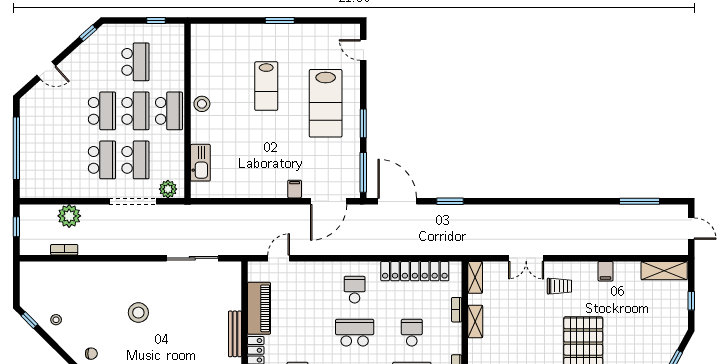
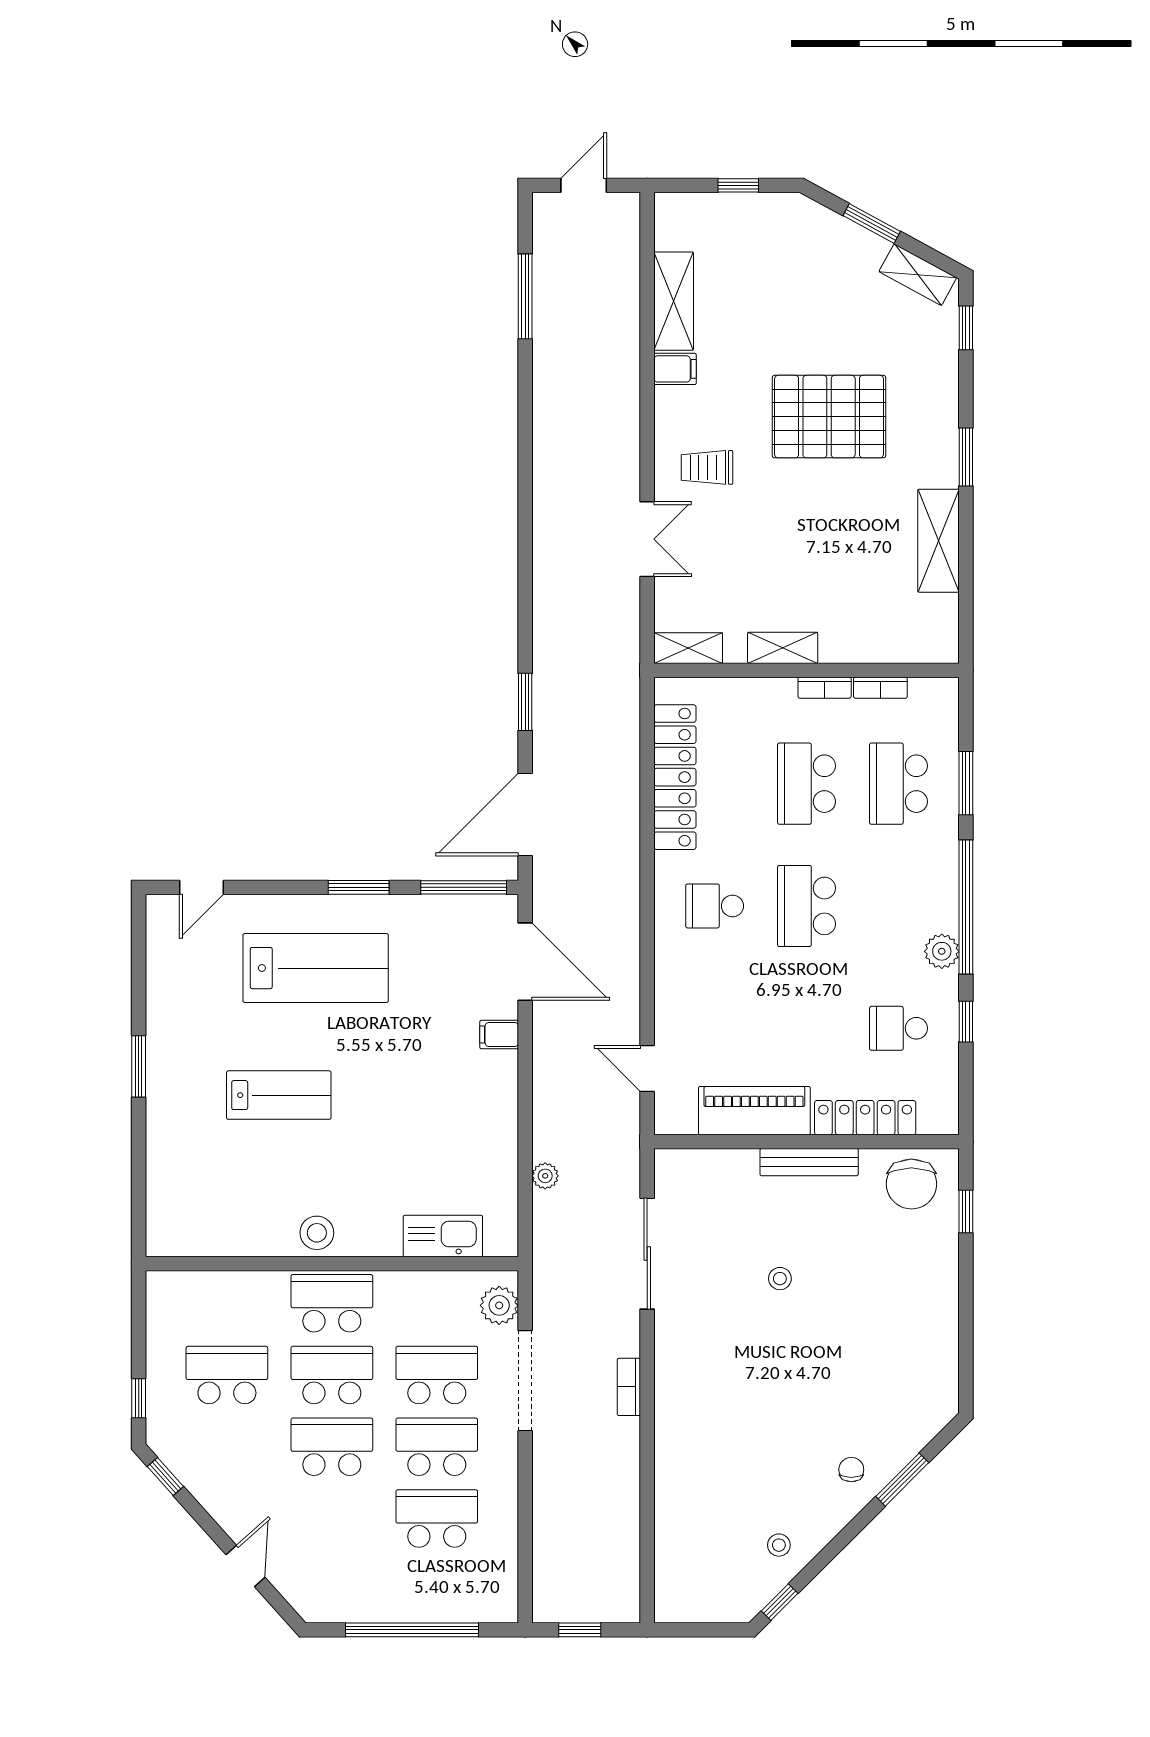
window: (156, 21) -> (139, 1398), moved
school desk: (68, 160) -> (437, 1519), added
plant: (69, 216) -> (545, 1176), moved, width x0.53, depth x0.53
bookcase: (64, 250) -> (629, 1387), moved
shelving: (664, 271) -> (674, 301), moved
trolley: (559, 286) -> (707, 467), turned -90
bookcase: (457, 310) -> (825, 688), moved
stool: (138, 313) -> (780, 1279), moved, width x0.53, depth x0.53
school desk: (412, 333) -> (807, 784), width x1.85

